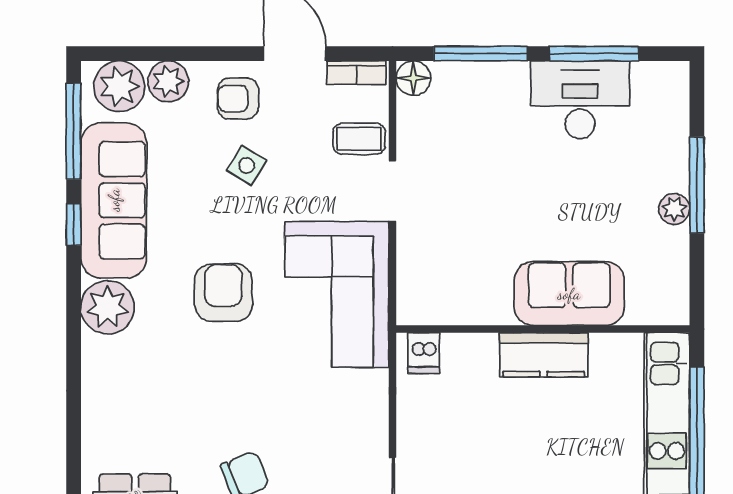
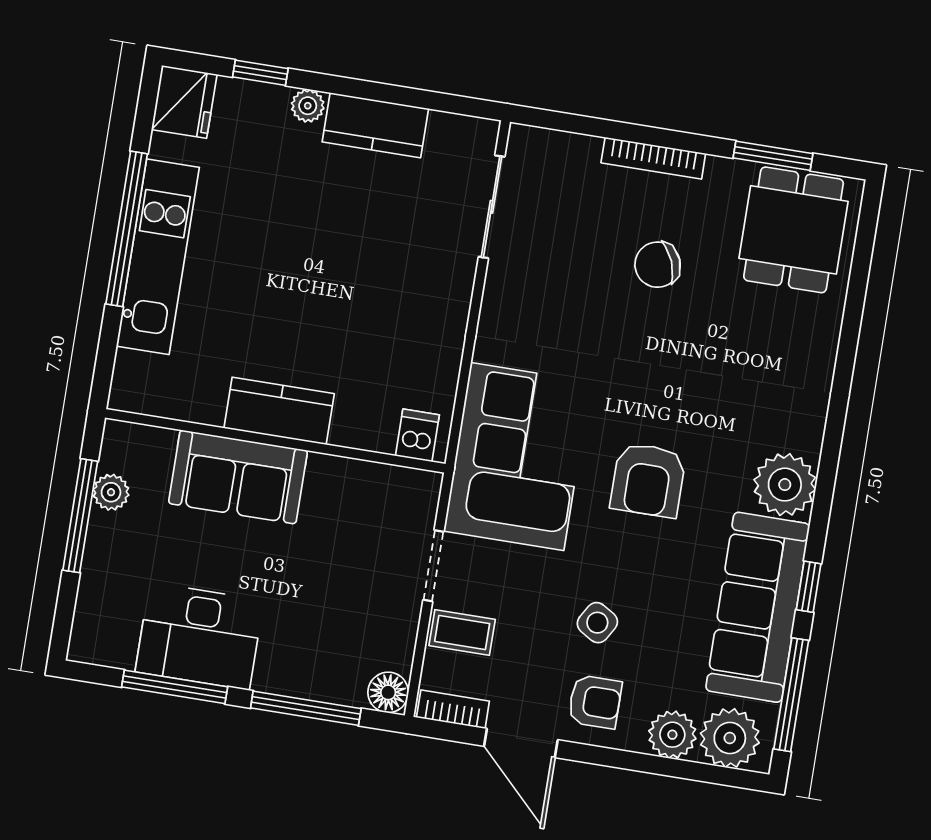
sofa: (569, 294) -> (238, 477), moved
wall: (543, 329) -> (275, 441), moved
dishwasher: (424, 353) -> (417, 435), moved
kitchen counter: (544, 355) -> (279, 411), moved

